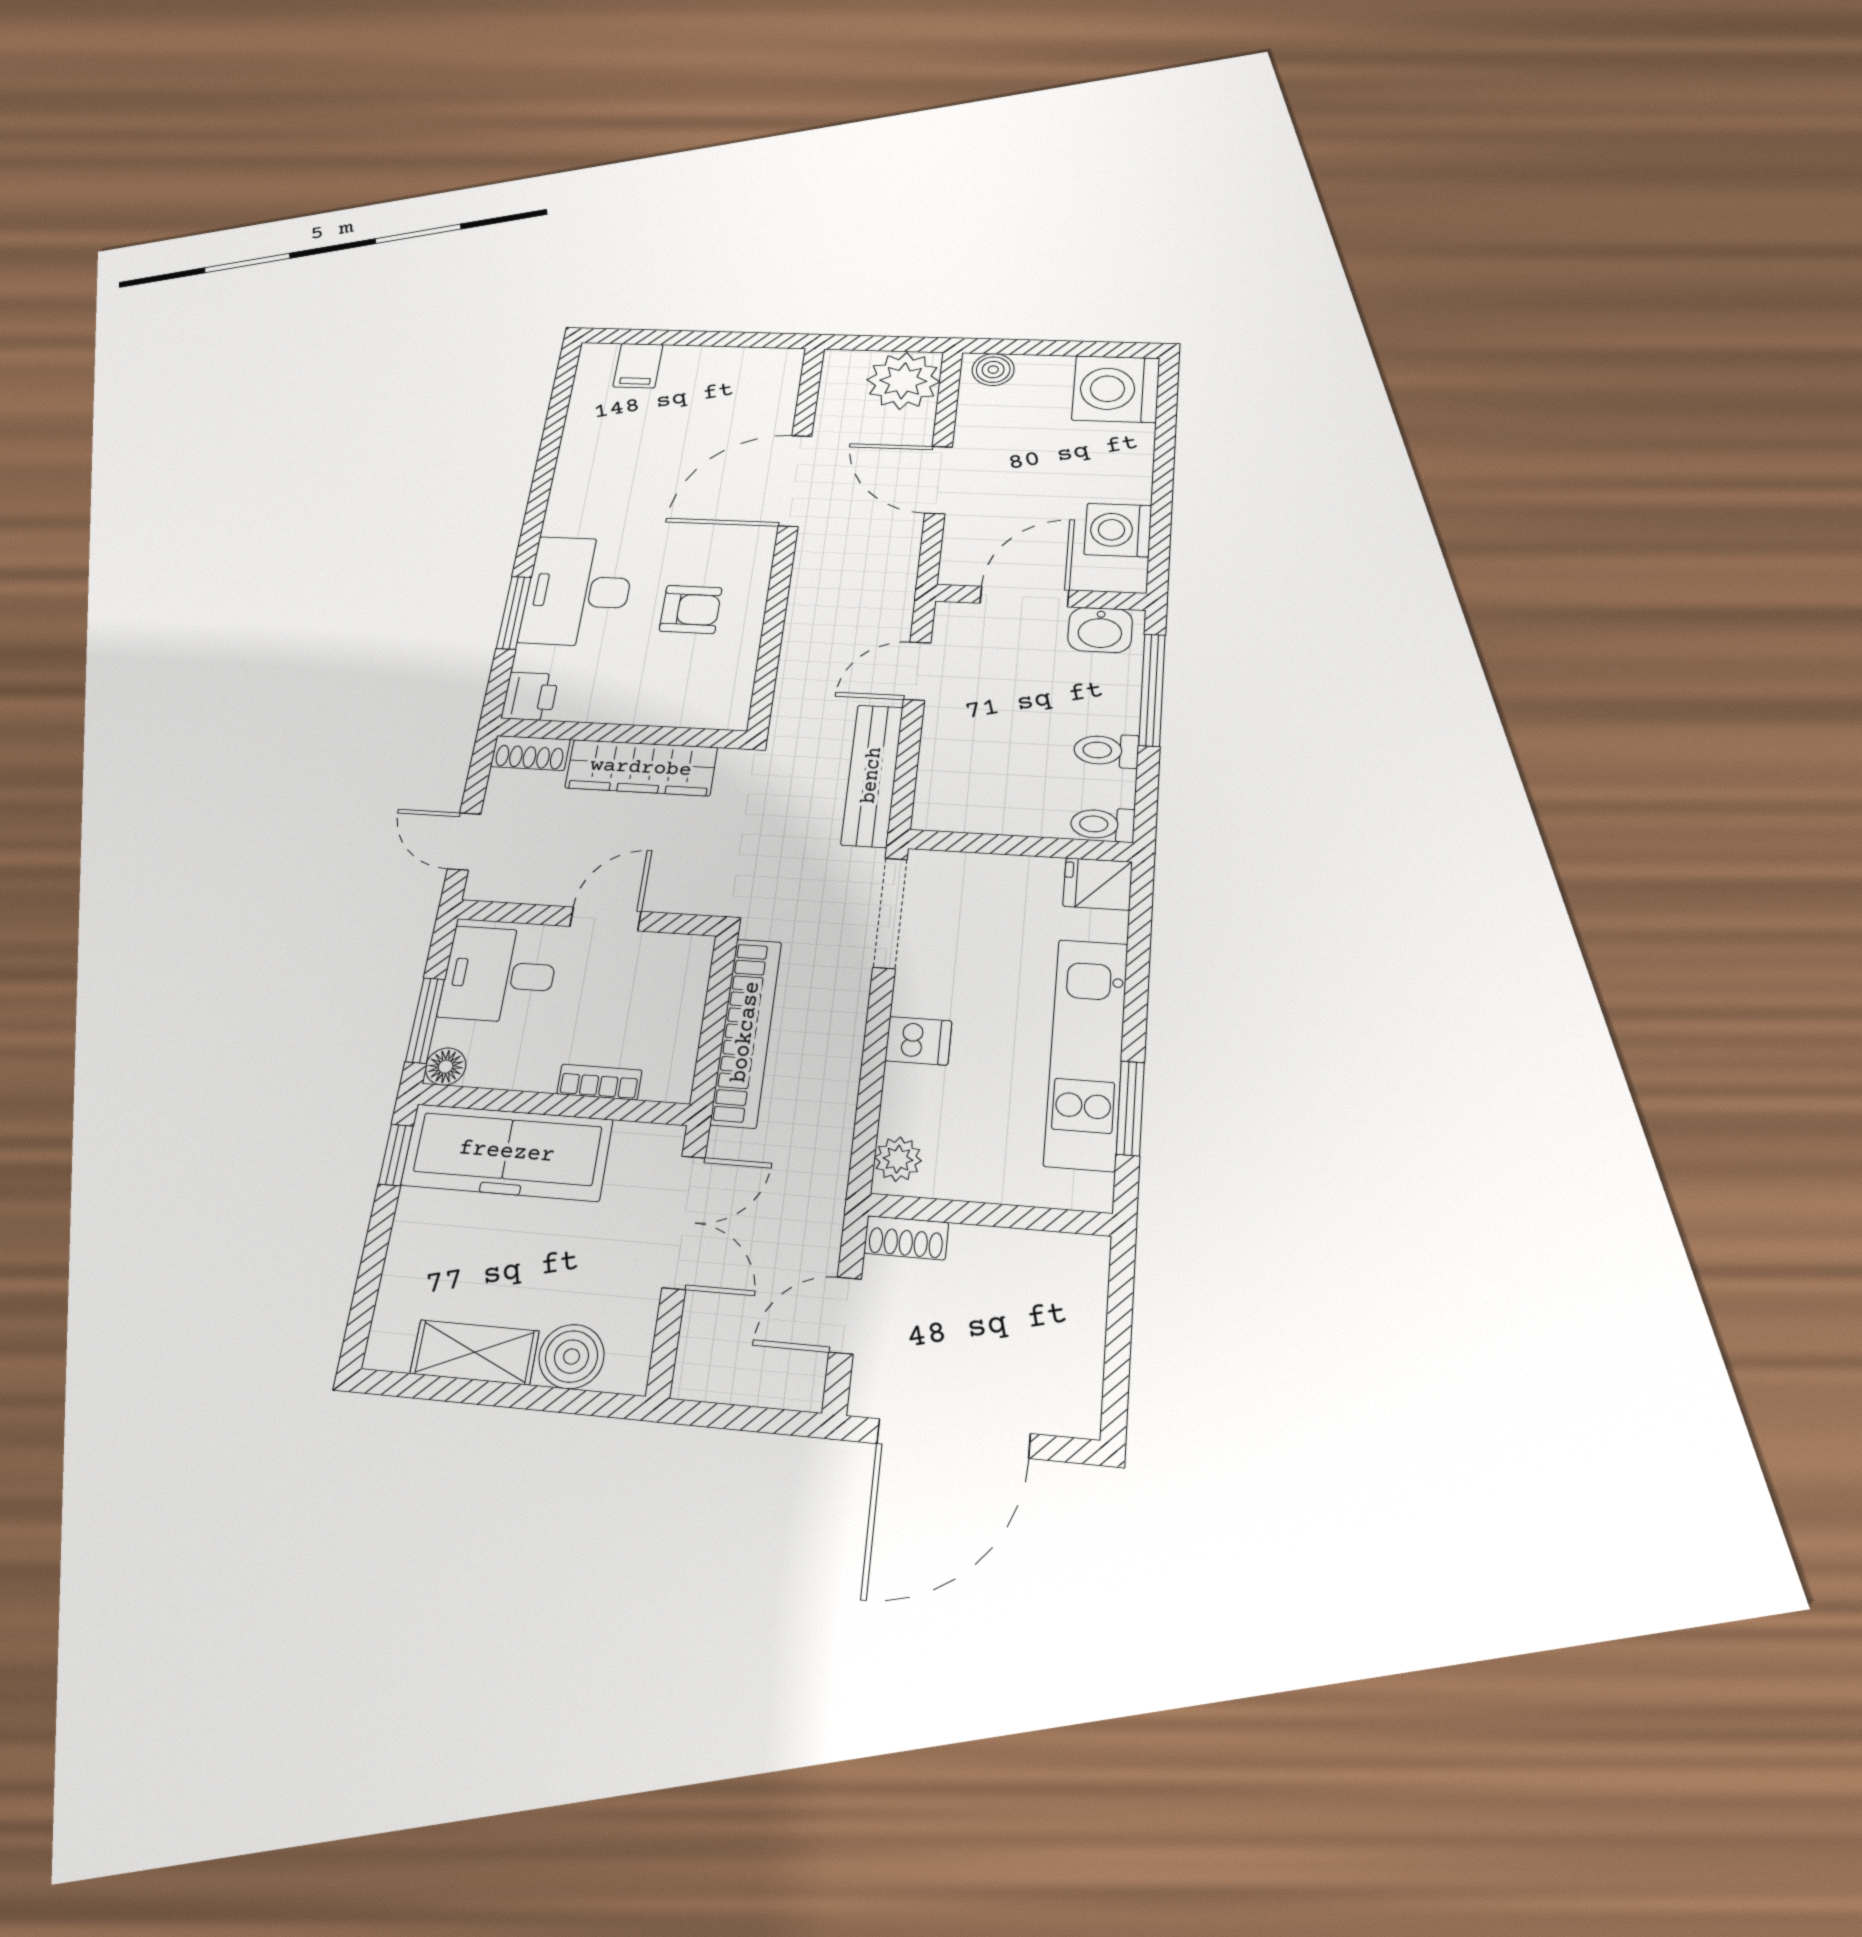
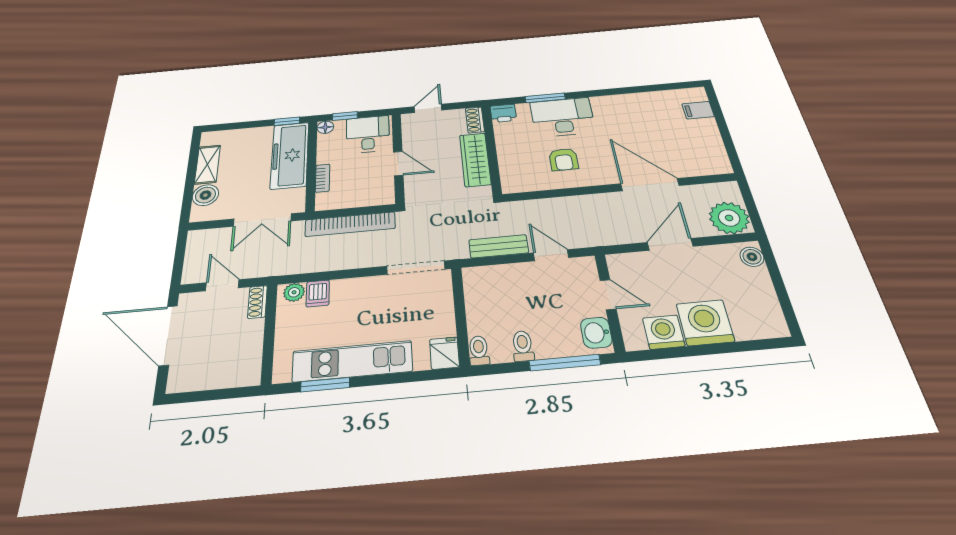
washing machine: (1116, 389) -> (705, 323), moved
door: (1024, 597) -> (608, 295), width x0.73
bench: (872, 775) -> (499, 246), width x0.73
window: (425, 1020) -> (345, 116), width x0.67
dishwasher: (918, 1041) -> (318, 293), moved

